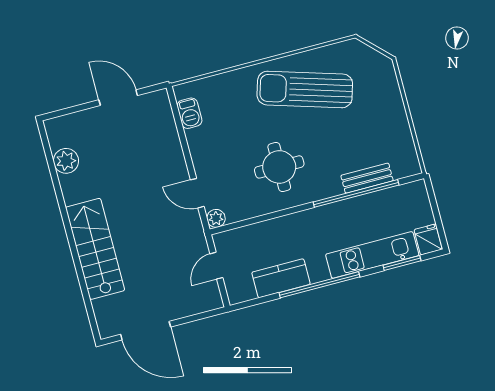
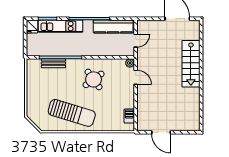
plant: (66, 161) -> (194, 109), removed
round table: (279, 167) -> (94, 79), turned -36
kitchen counter: (281, 278) -> (113, 27), width x1.50

